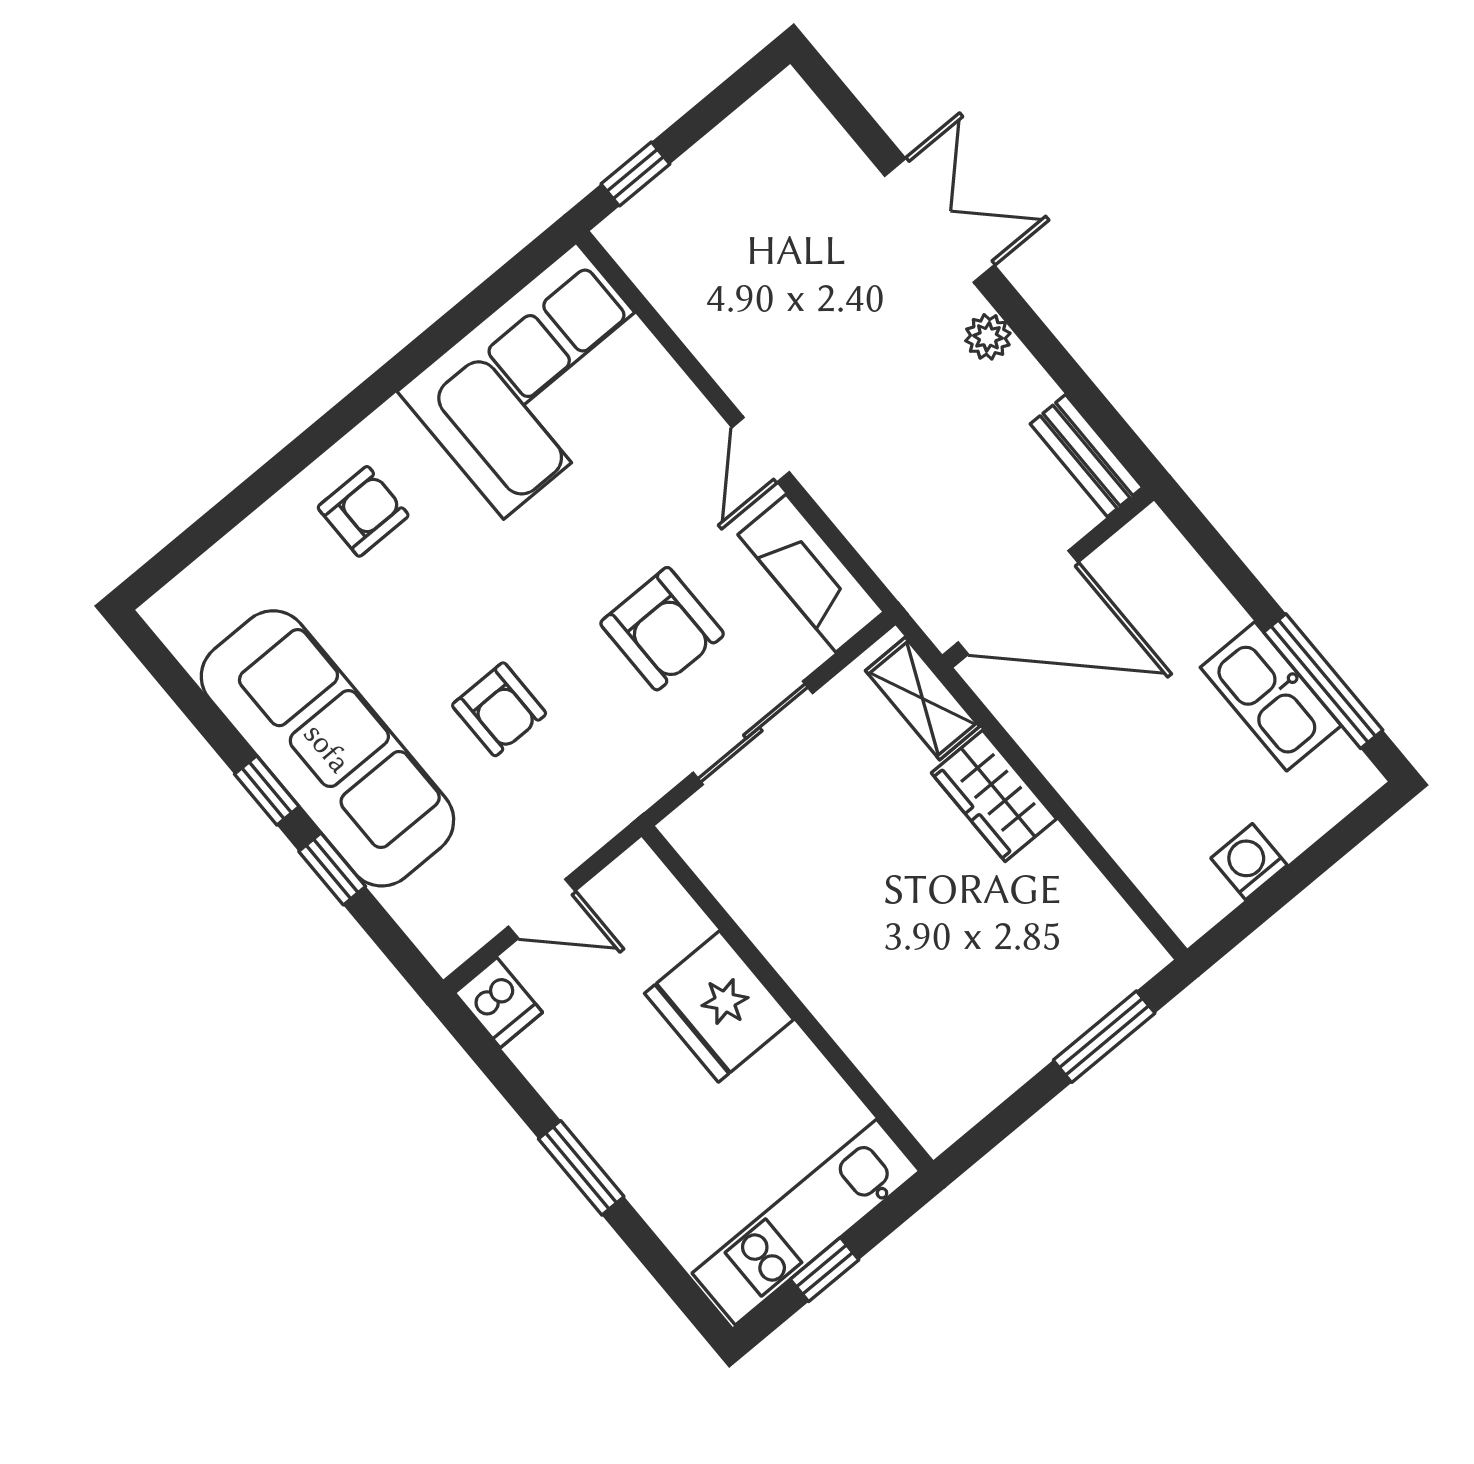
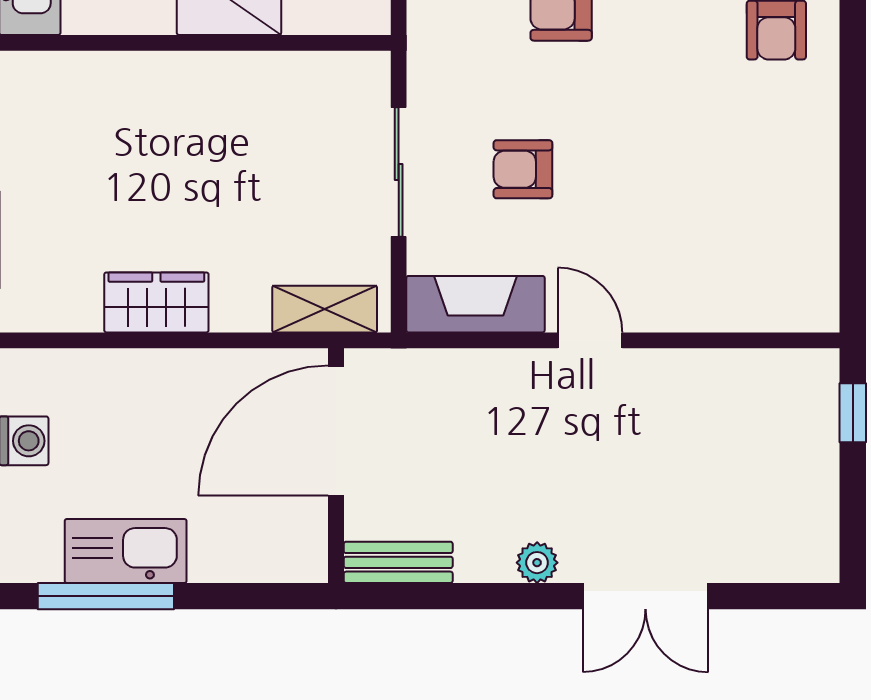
corner sofa: (540, 381) -> (765, 228), removed
armchair: (662, 629) -> (523, 169), width x0.72, depth x0.72
wardrobe: (994, 796) -> (156, 302), moved

